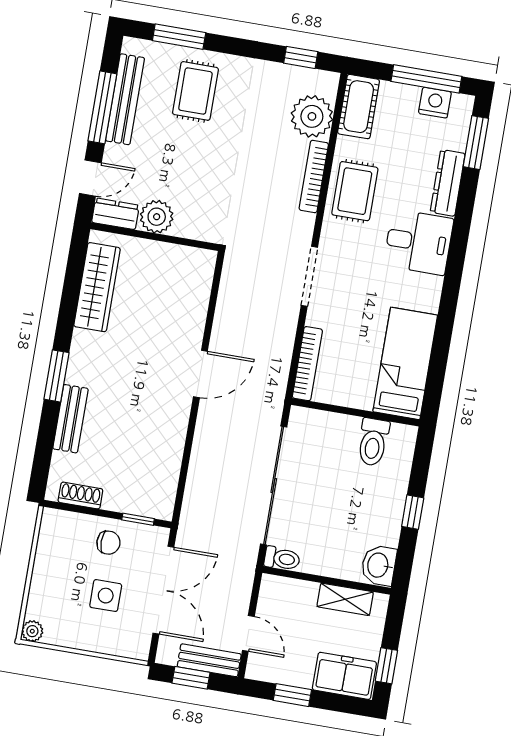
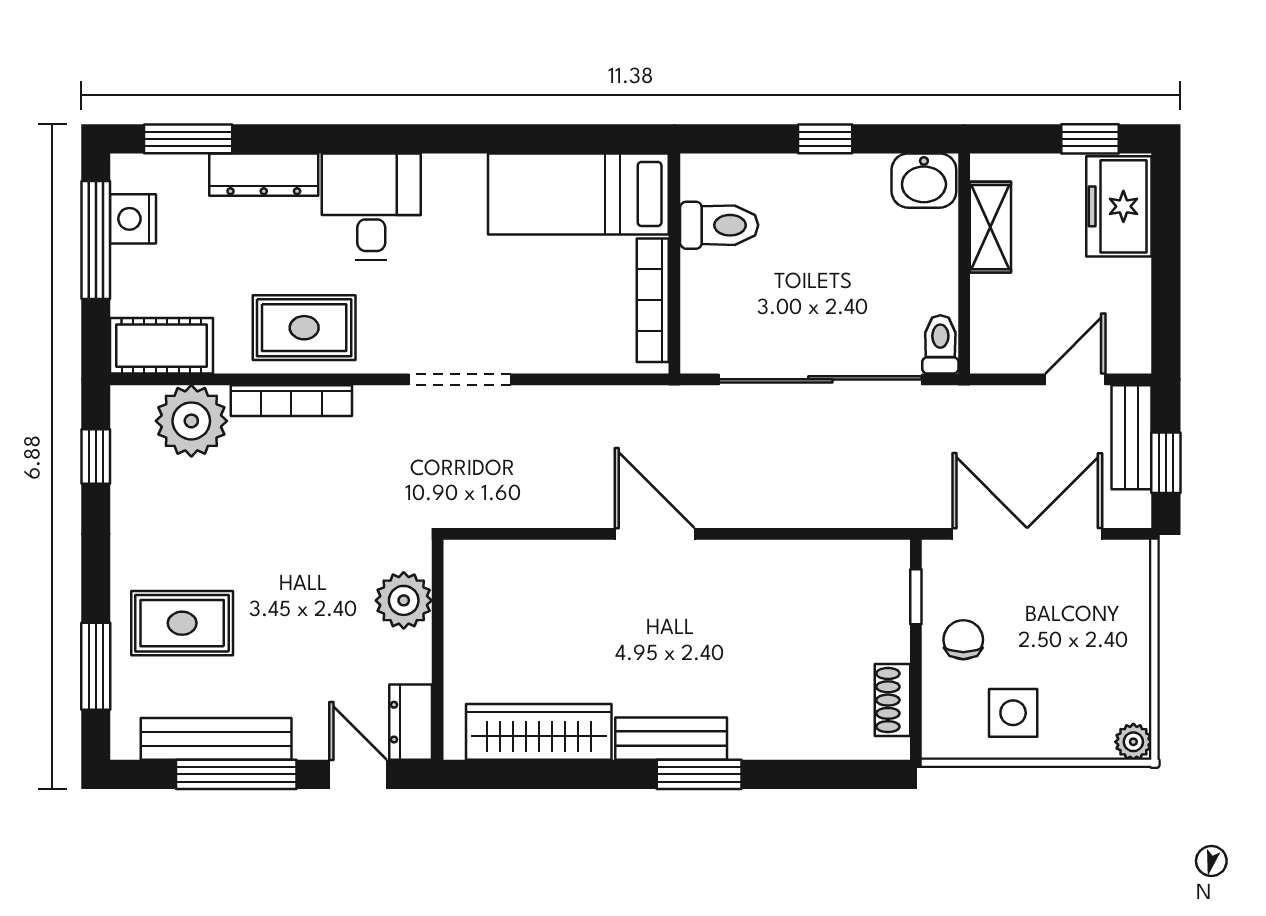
plant: (157, 217) -> (404, 600), moved
bookcase: (307, 364) -> (653, 300), moved, turned -90
bench: (71, 419) -> (671, 739), moved
side table: (106, 596) -> (1013, 713), moved
window: (292, 695) -> (1166, 288), removed

